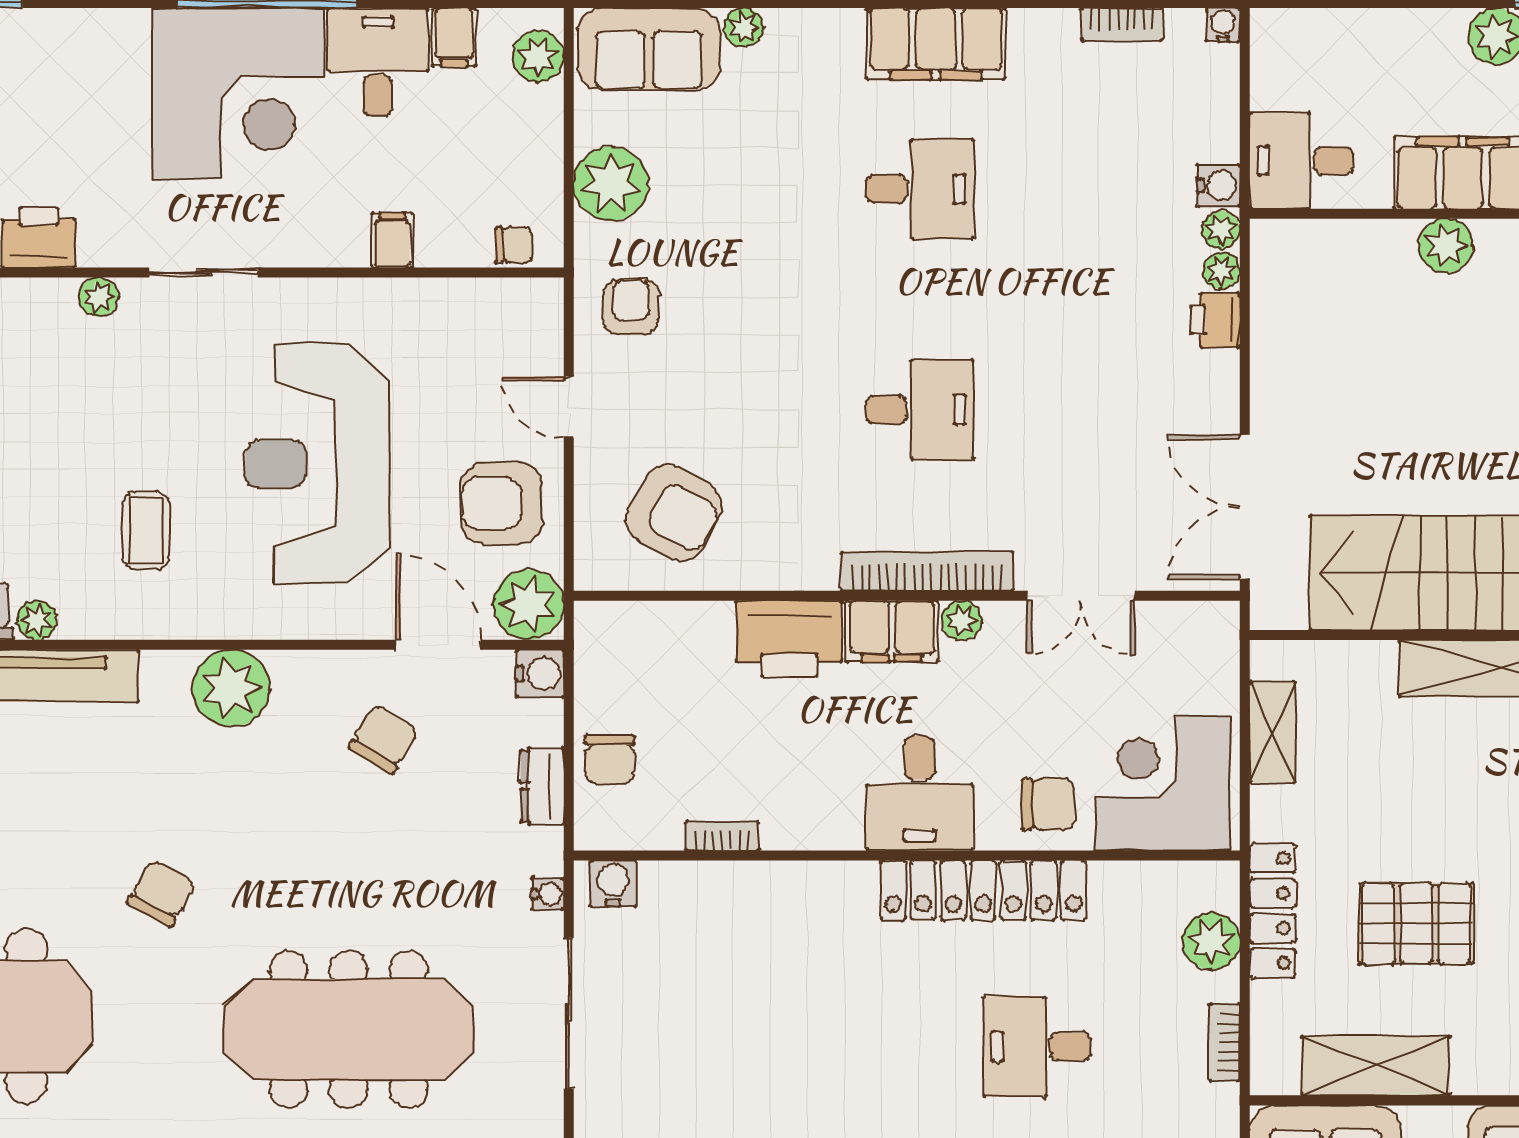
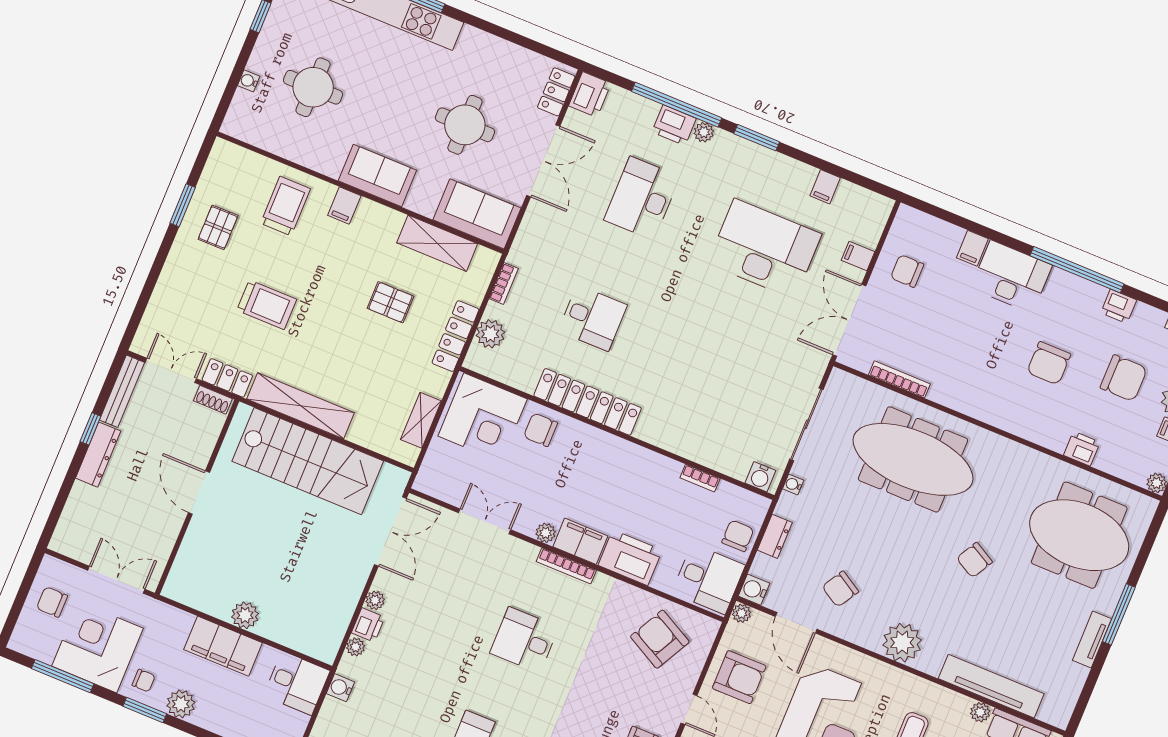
plant: (1221, 230) -> (375, 600), moved
bookcase: (927, 571) -> (566, 566), width x0.68, depth x0.76
plant: (529, 605) -> (741, 613), width x0.53, depth x0.53
desk: (920, 793) -> (708, 579), moved, turned 90
pallet: (1416, 924) -> (390, 302), width x0.67, depth x0.71

